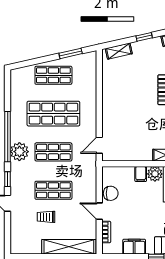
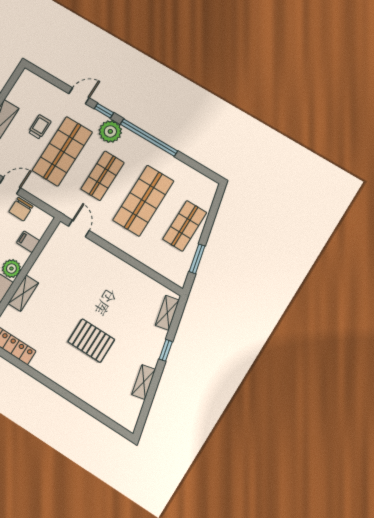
plant: (19, 152) -> (110, 131), moved
filing cabinet: (141, 174) -> (28, 242), moved
shop shelf: (53, 190) -> (62, 151), width x1.43, depth x1.36

